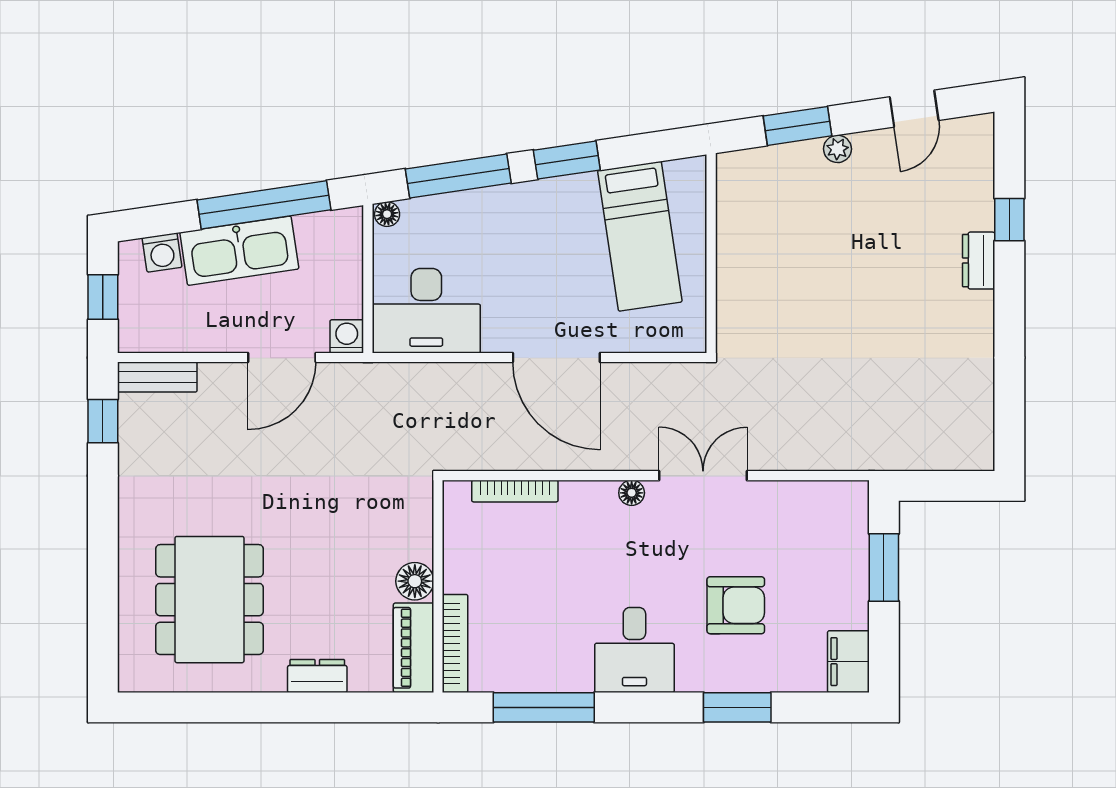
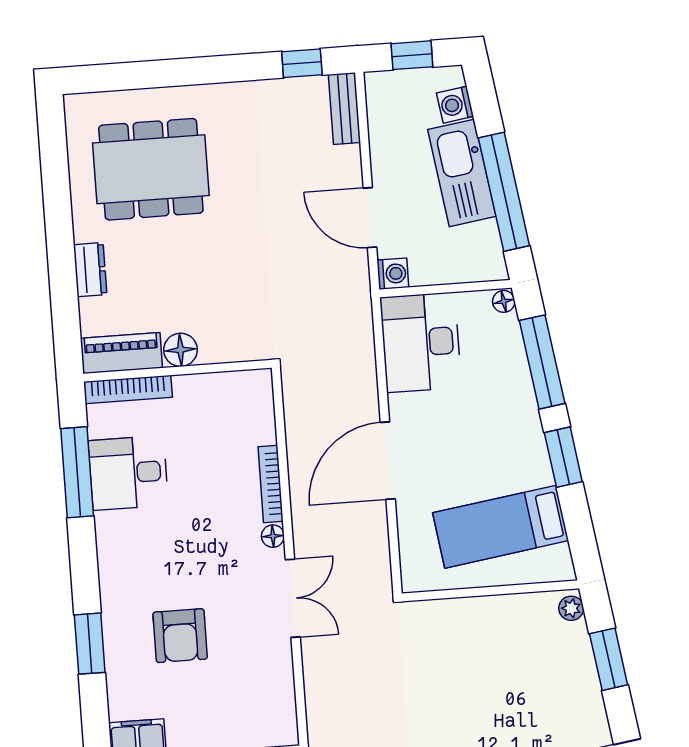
plant: (837, 149) -> (571, 608), moved
bookcase: (515, 491) -> (271, 484), moved
desk: (634, 650) -> (128, 473), moved

